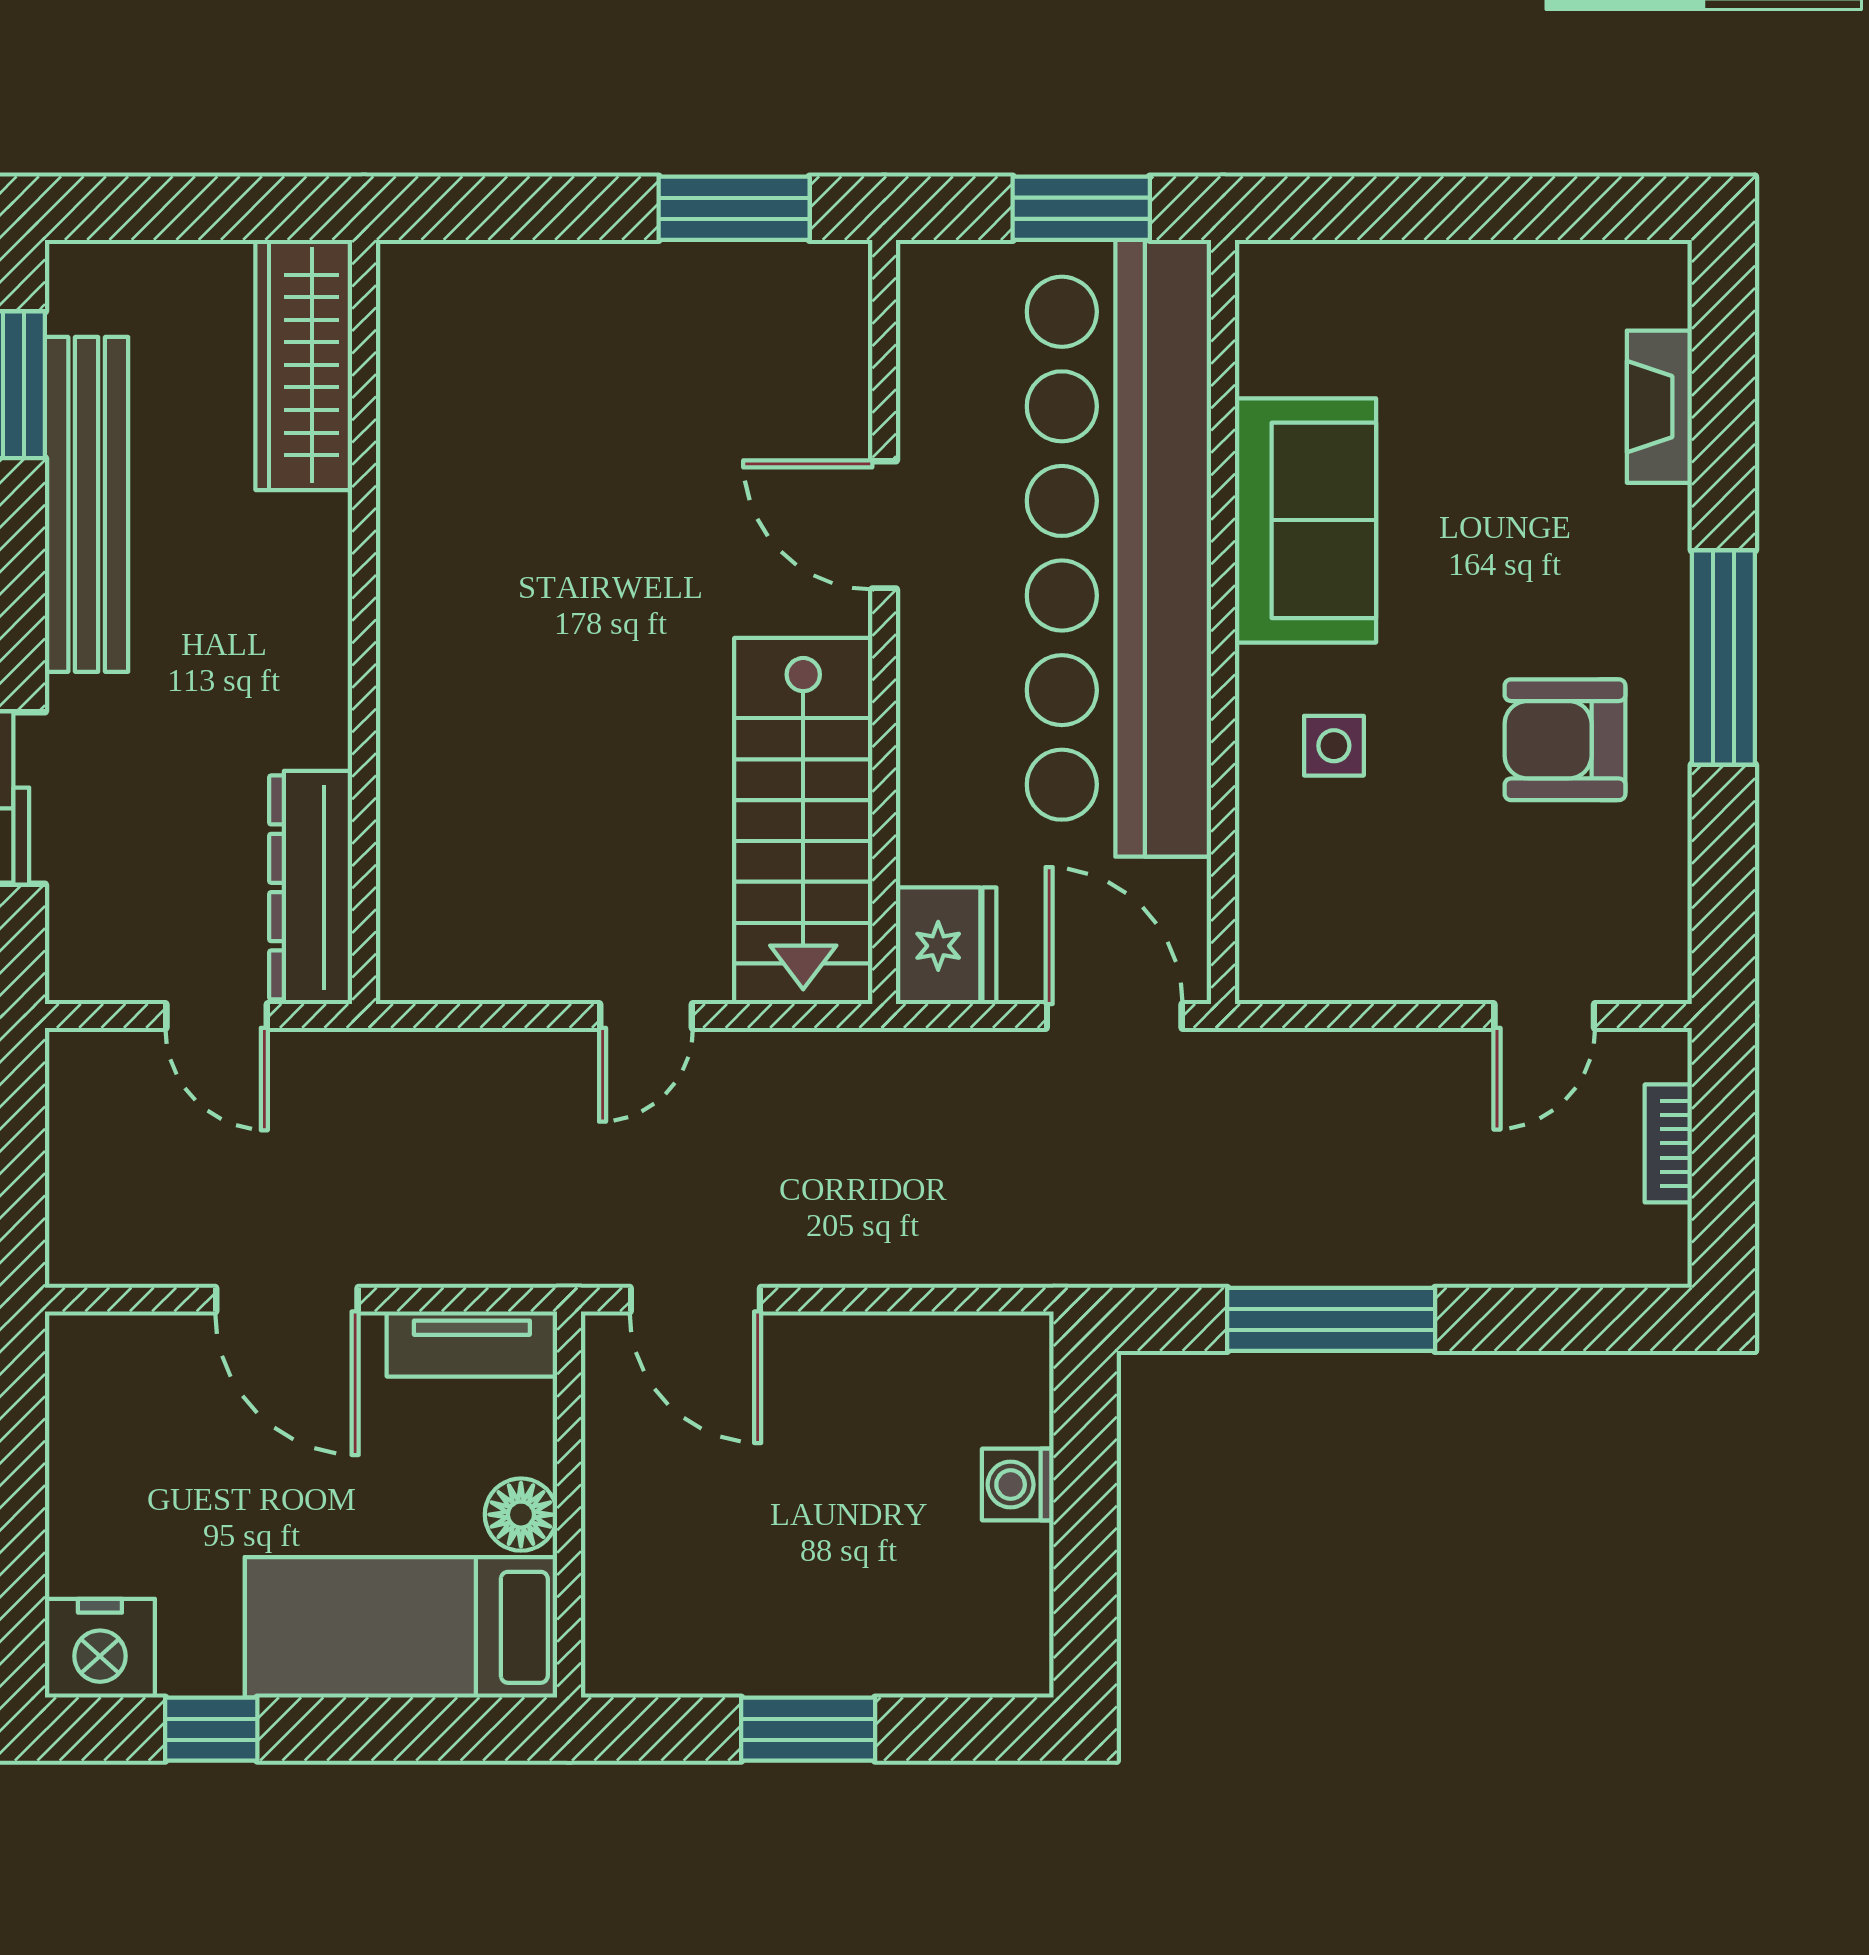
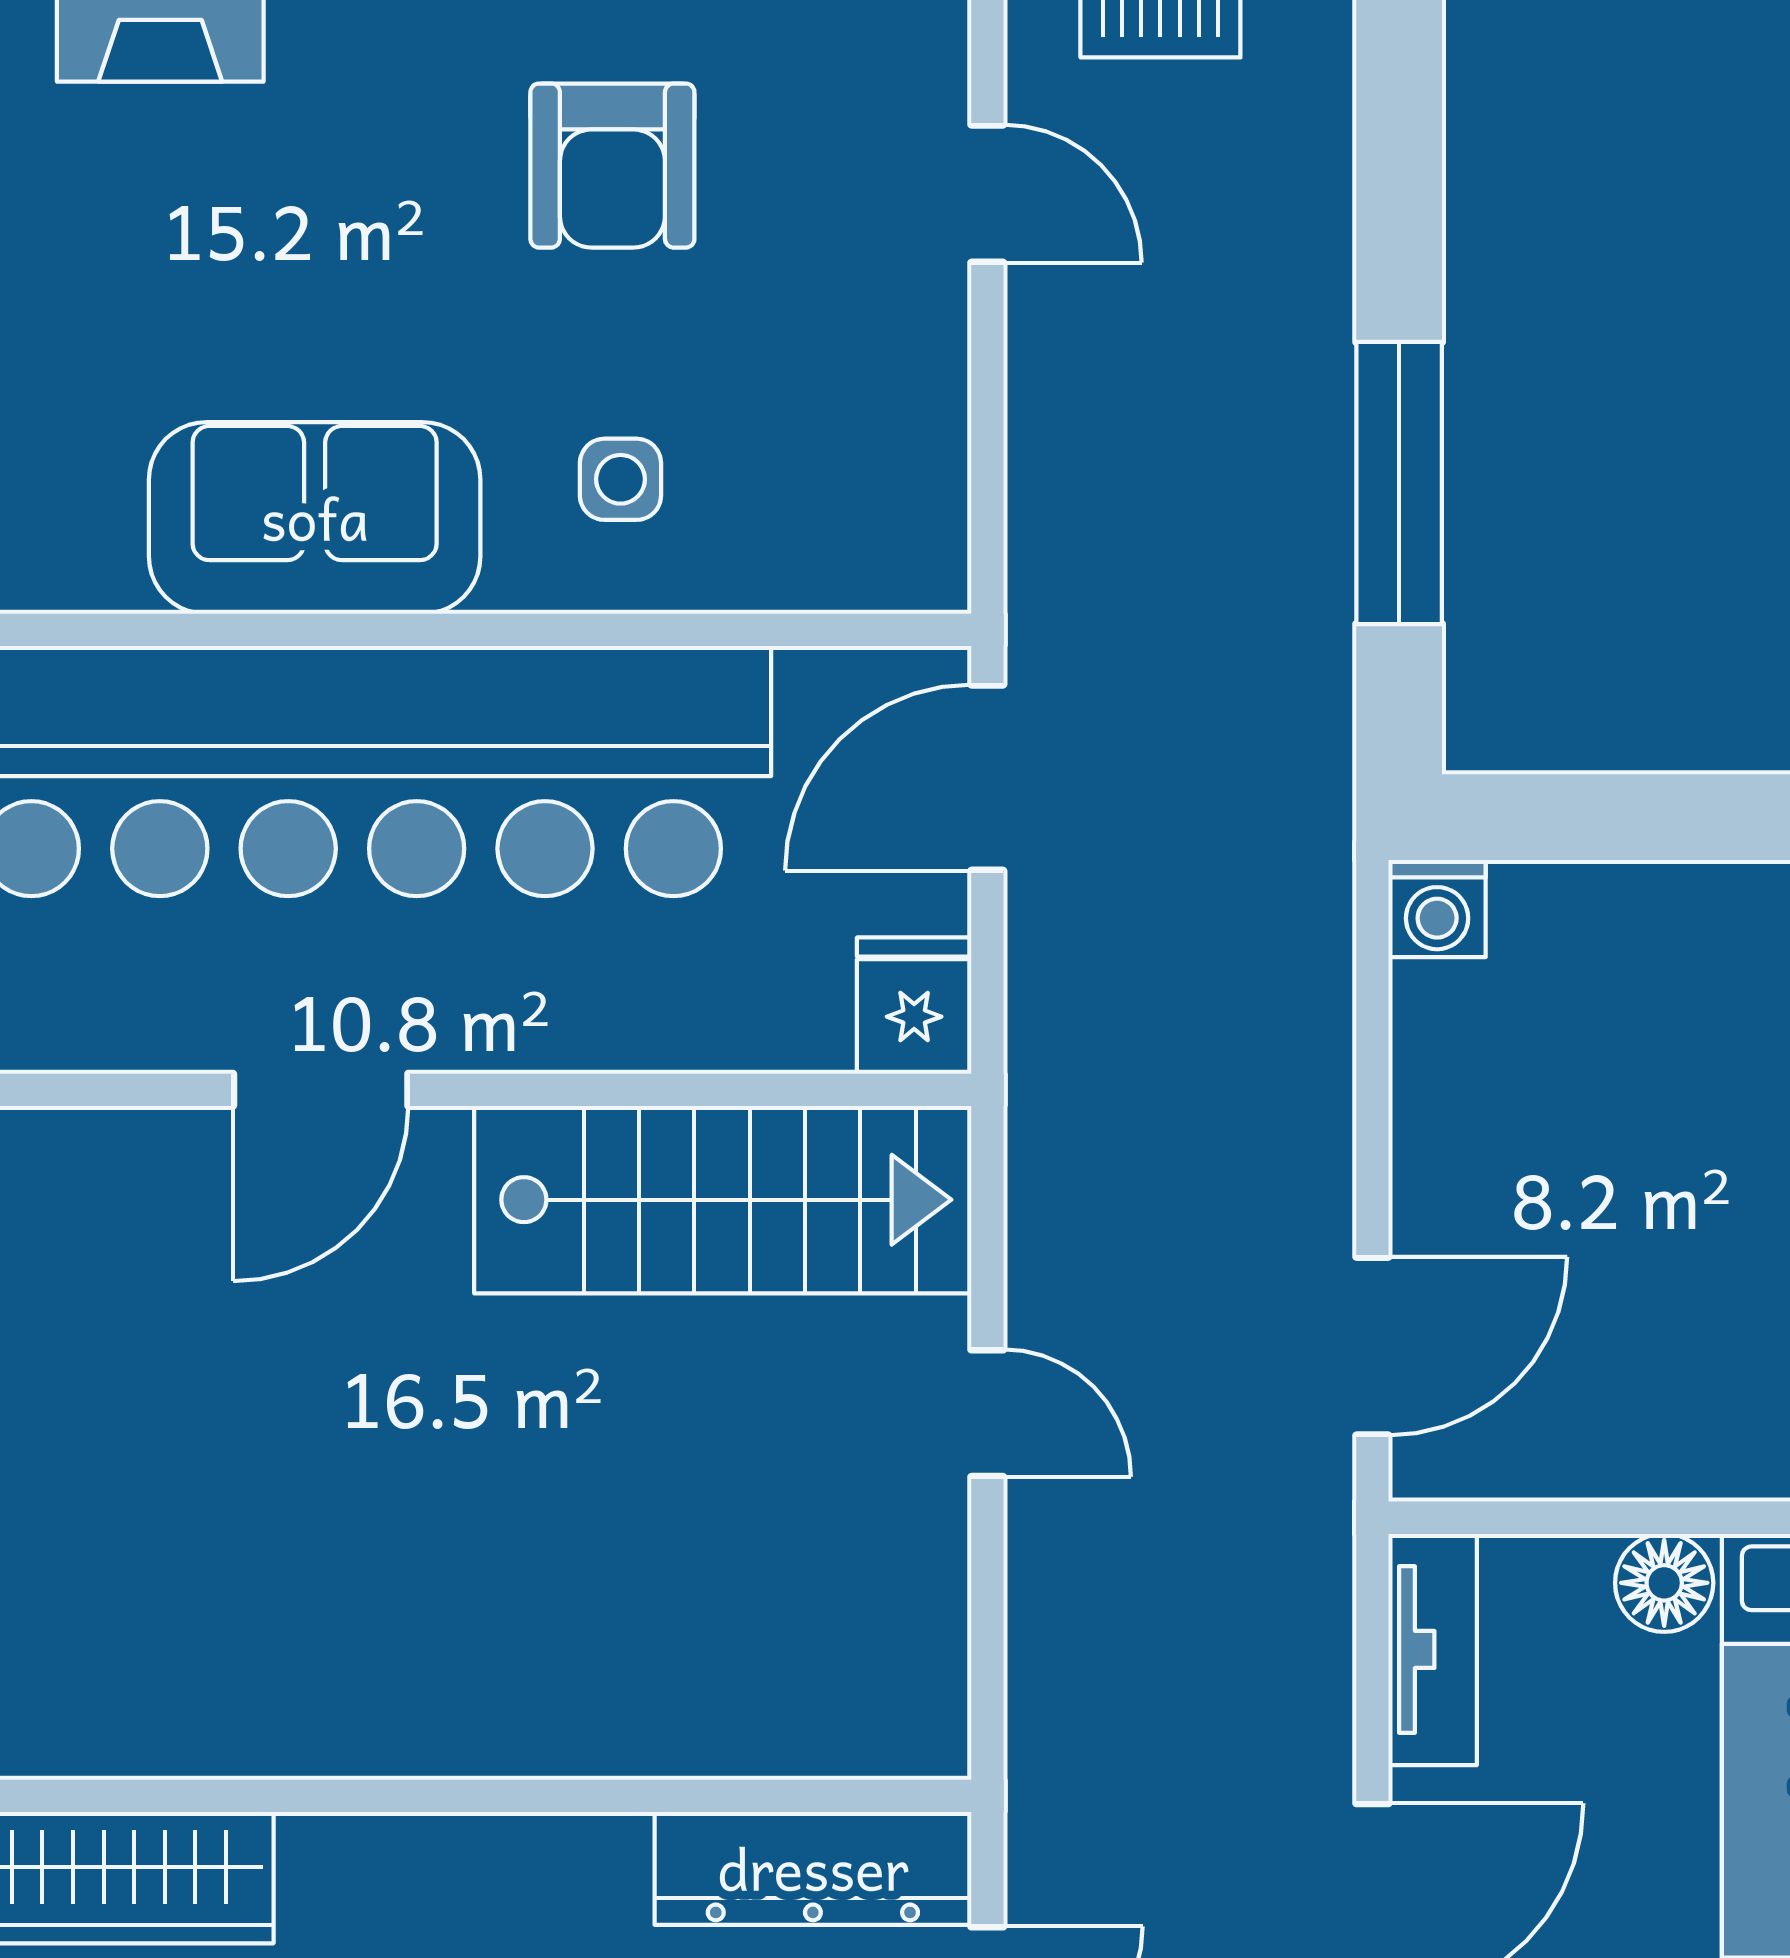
fridge: (946, 946) -> (914, 1006), width x0.72
washing machine: (1018, 1485) -> (1437, 908), moved

